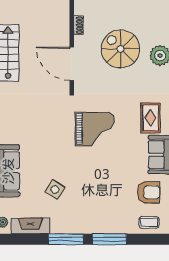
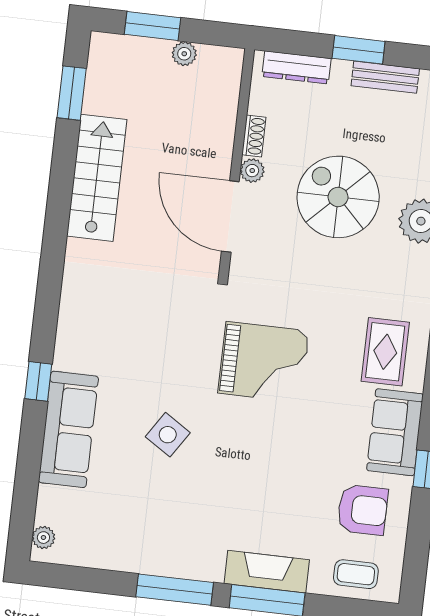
plant: (79, 41) -> (252, 171), added
side table: (55, 189) -> (168, 435), moved
fireplace: (30, 226) -> (267, 572), moved

